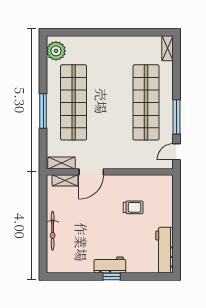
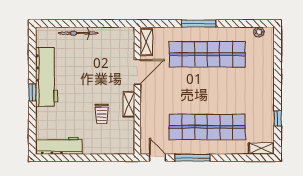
window: (137, 32) -> (278, 118), added
plant: (56, 51) -> (259, 32), width x0.53, depth x0.53
door: (91, 172) -> (137, 72), swing flipped
shelving: (65, 180) -> (129, 104), moved
workbench: (110, 265) -> (47, 77), width x1.88, depth x1.32

